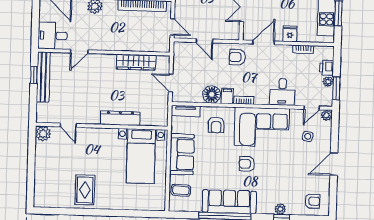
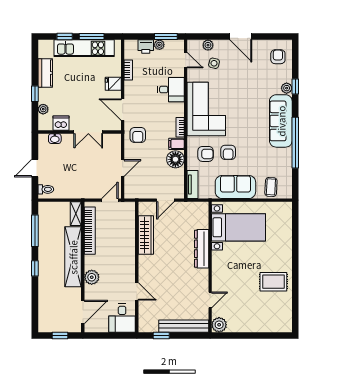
bench: (43, 77) -> (184, 326), moved
plant: (327, 115) -> (208, 45), moved
armchair: (247, 164) -> (228, 152), moved
sofa: (229, 202) -> (281, 121), moved

